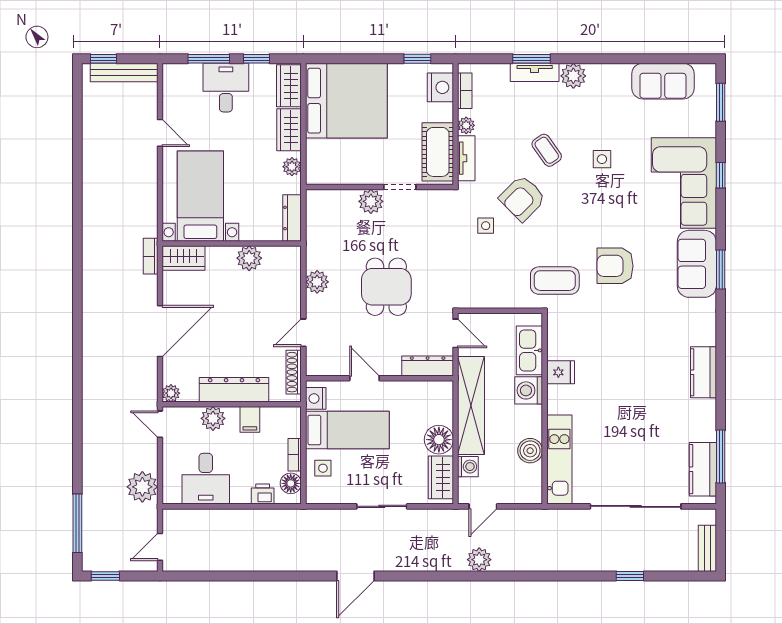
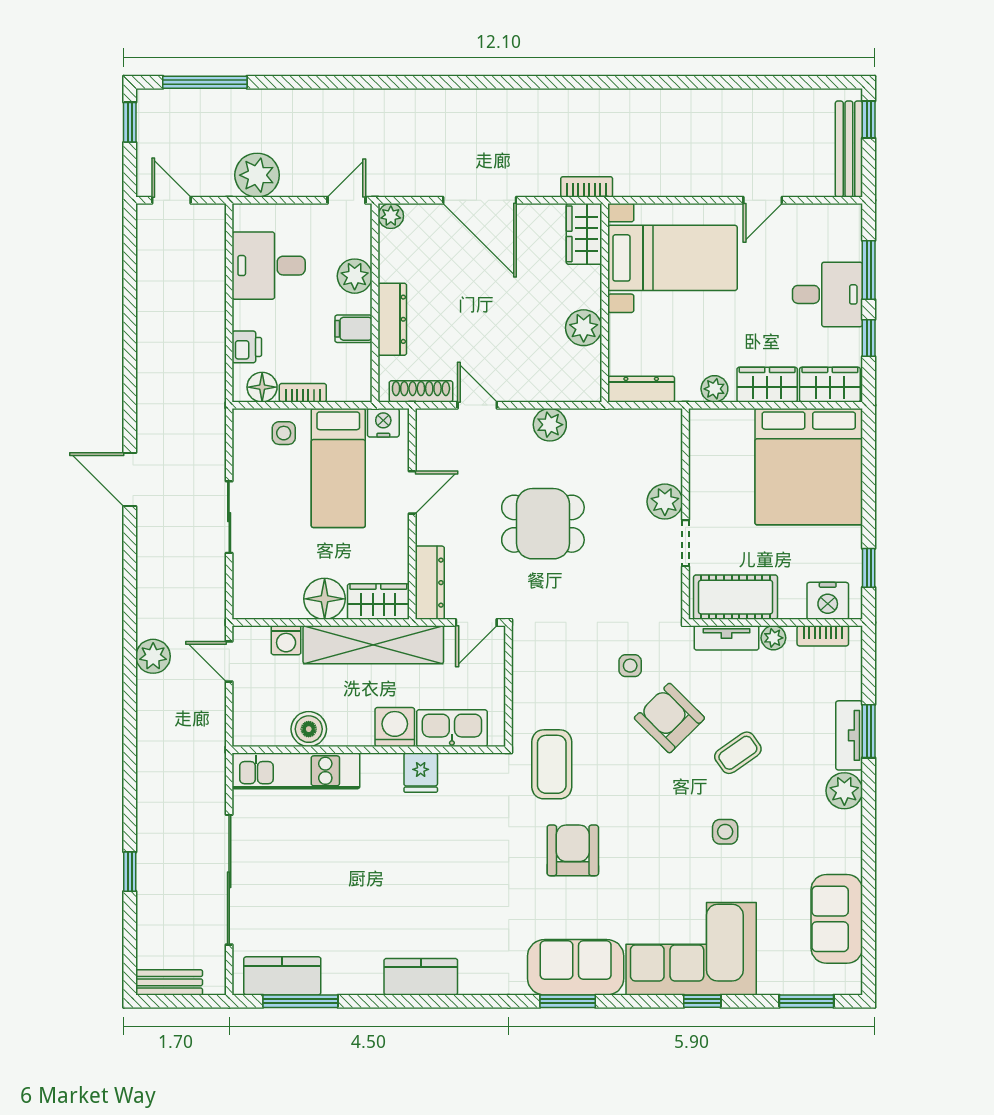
dresser: (234, 390) -> (392, 319), width x0.73, depth x0.80
wardrobe: (441, 477) -> (378, 602), moved

